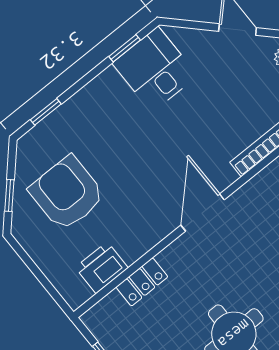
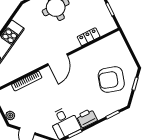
armchair: (67, 193) -> (111, 80), turned 107
printer: (102, 268) -> (87, 118), moved, turned 180

